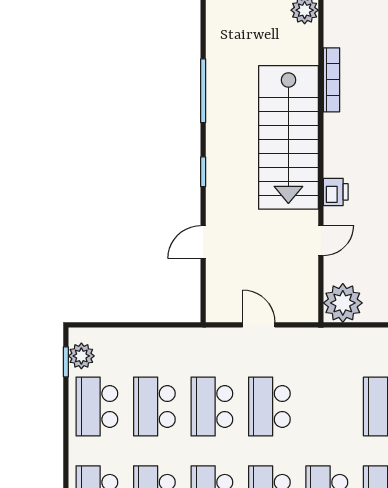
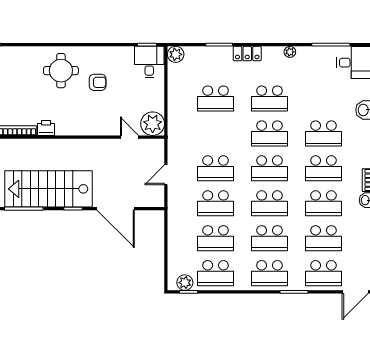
stairs: (288, 137) -> (48, 189), moved, turned 180
printer: (336, 192) -> (46, 128), moved
door: (321, 240) -> (130, 137), moved
door: (203, 242) -> (116, 209), width x1.88

